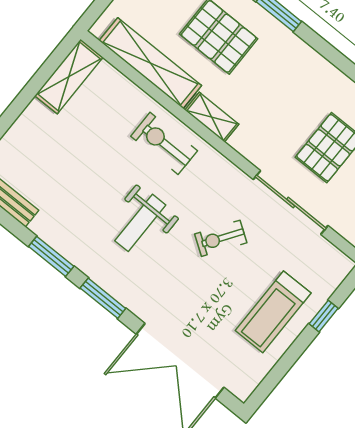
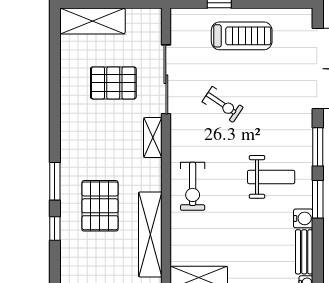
shelving: (212, 117) -> (153, 138), moved
weight bench: (140, 223) -> (271, 177), moved
water cooler: (44, 227) -> (303, 218), added

